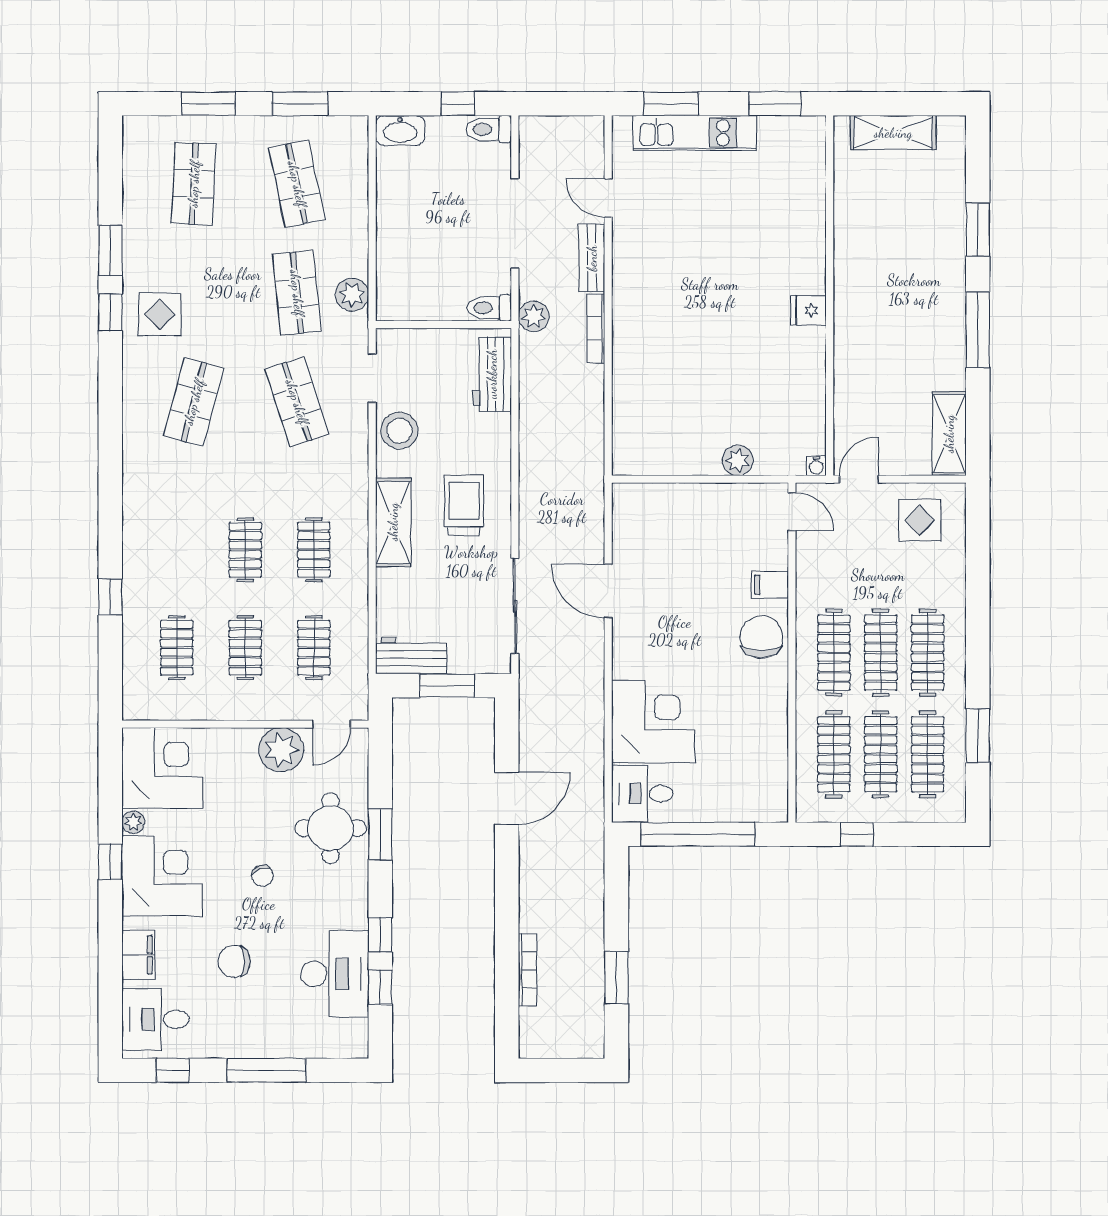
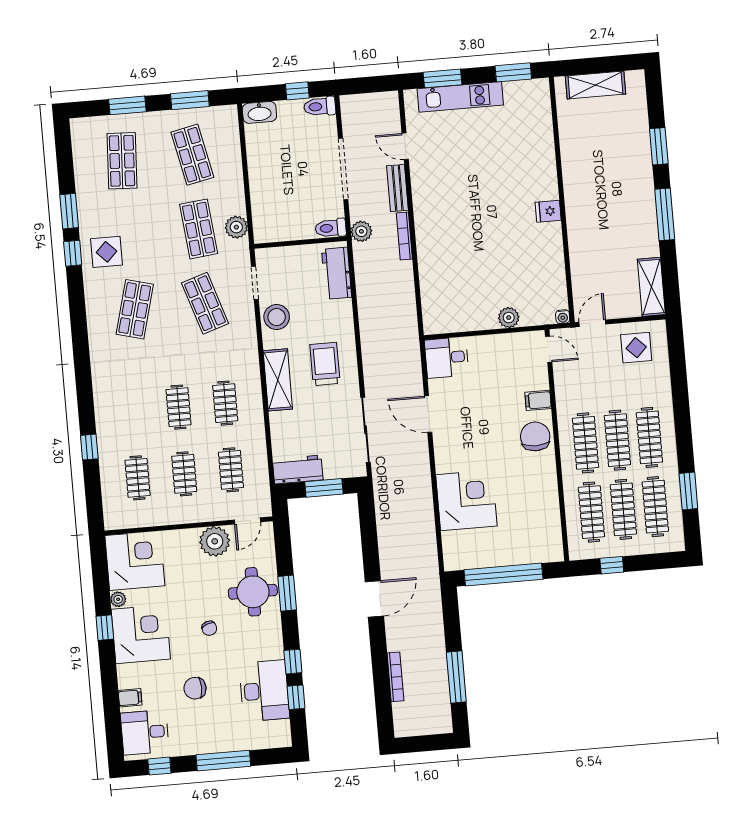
desk: (642, 794) -> (447, 358), moved
door: (507, 798) -> (374, 599), moved
filing cabinet: (138, 955) -> (130, 698), width x0.50
window: (616, 978) -> (456, 677), width x1.44

